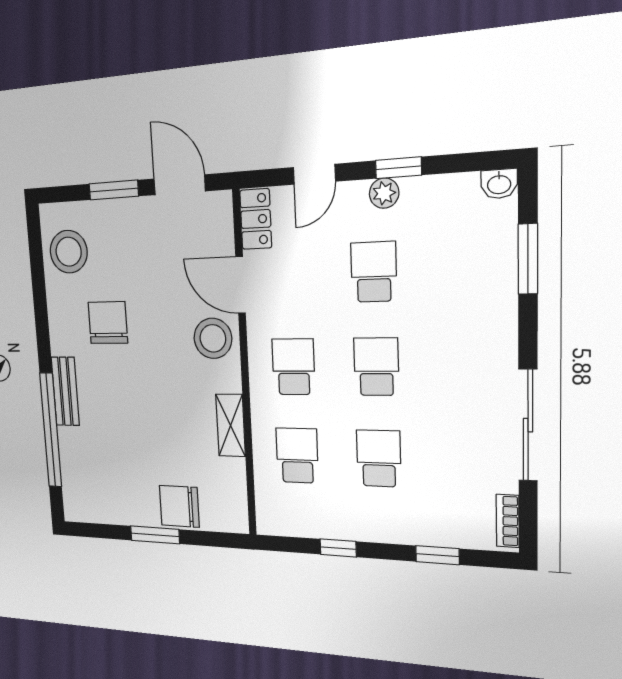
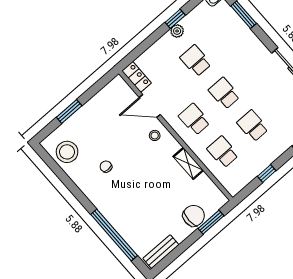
door: (314, 174) -> (146, 44), removed
door: (179, 185) -> (96, 88), removed
chair: (108, 323) -> (106, 167), width x0.54, depth x0.54
stool: (213, 338) -> (155, 135), width x0.53, depth x0.53
bench: (65, 391) -> (161, 252), moved, turned 90
chair: (179, 506) -> (194, 216), turned 180
window: (155, 535) -> (211, 222), moved

